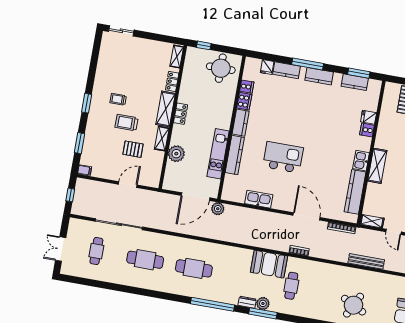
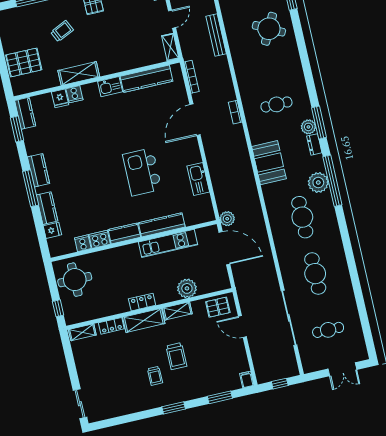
kitchen counter: (355, 82) -> (25, 113), moved
pallet: (133, 149) -> (218, 307), moved, turned 90
shelving: (377, 166) -> (79, 74), moved
booth: (269, 264) -> (269, 163), moved
plant: (216, 293) -> (318, 183), added

